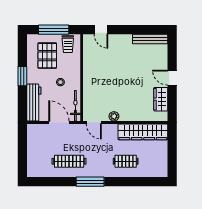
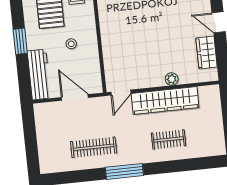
bicycle: (75, 106) -> (94, 73), removed
plant: (114, 116) -> (172, 79), moved
door: (94, 122) -> (121, 93), hinge flipped
wardrobe: (143, 132) -> (165, 100), moved

